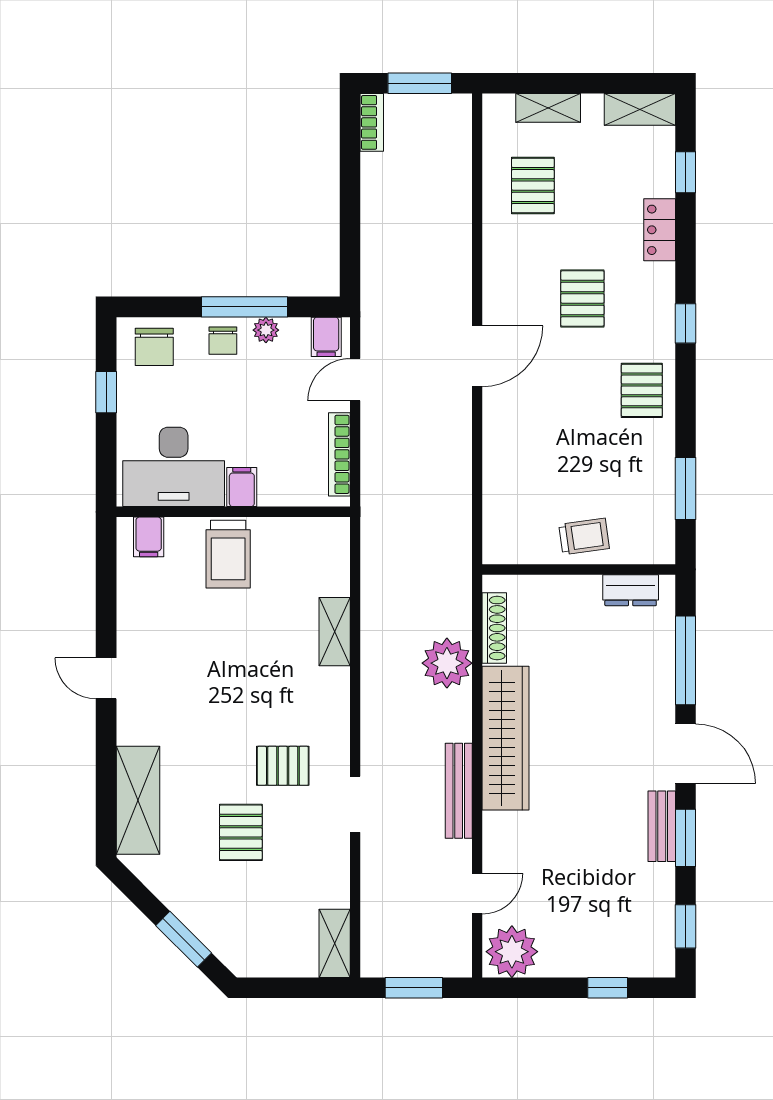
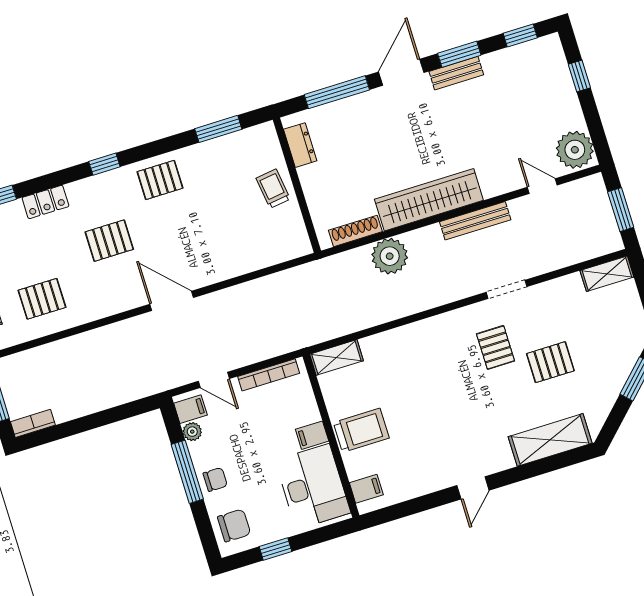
plant: (266, 330) -> (192, 432), moved
shelving: (335, 632) -> (336, 357), moved

